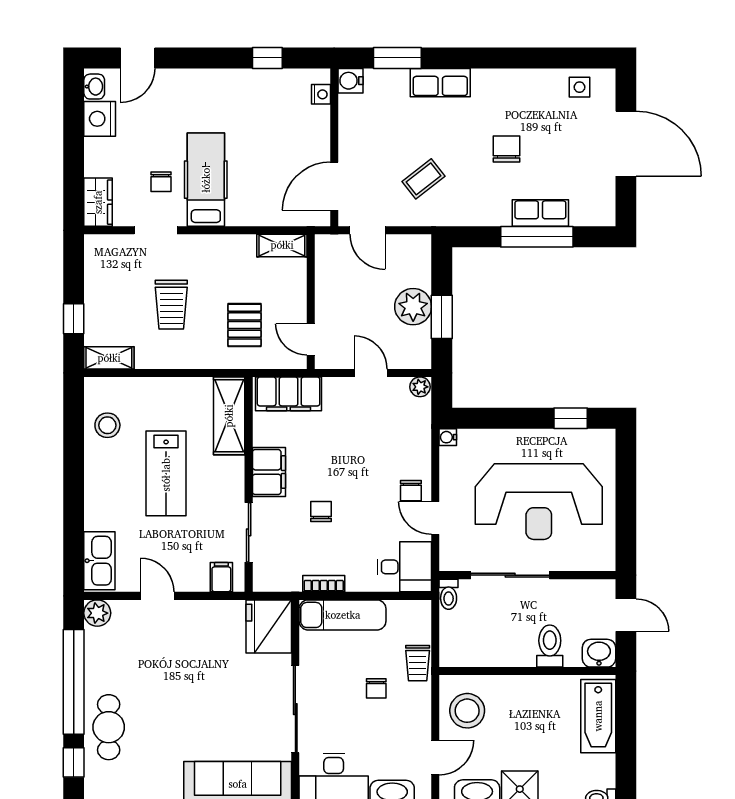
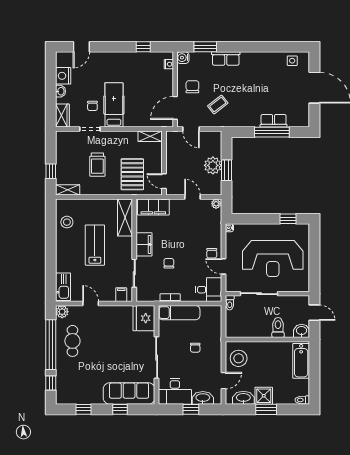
washbasin: (94, 87) -> (61, 91), moved
chair: (507, 149) -> (192, 87), moved
pallet: (244, 325) -> (132, 174), width x1.50, depth x1.42
lab bench: (166, 473) -> (95, 245), turned 180
trolley: (418, 663) -> (215, 336), removed
cafe table: (109, 727) -> (72, 341), moved

